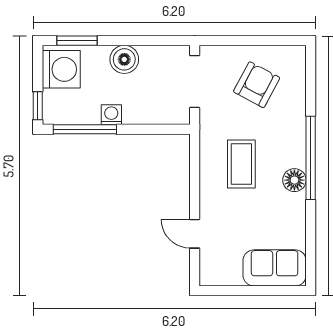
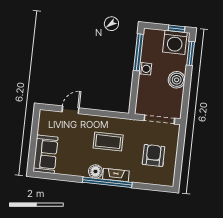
armchair: (257, 85) -> (154, 155), turned -118
window: (38, 106) -> (177, 29), moved
fireplace: (297, 145) -> (116, 175), added

